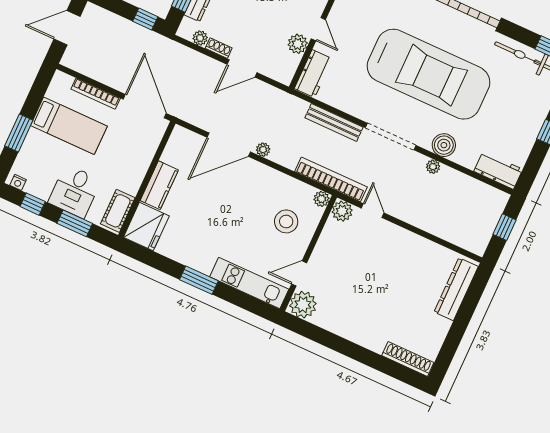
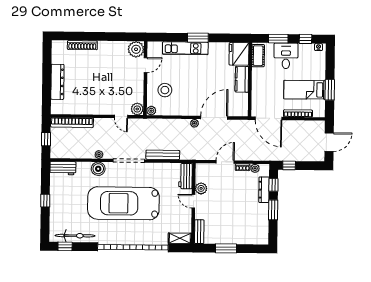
window: (19, 133) -> (330, 90), moved
bookcase: (331, 179) -> (72, 122), moved
kitchen unit: (249, 283) -> (185, 48), moved
dresser: (456, 289) -> (57, 82), moved
shoe rack: (408, 359) -> (82, 45), moved

